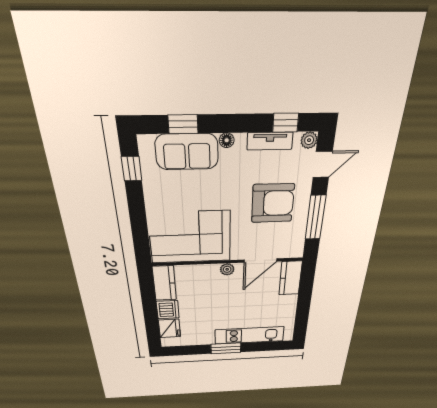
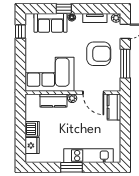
window: (286, 123) -> (102, 9), removed
window: (183, 124) -> (64, 9), moved
door: (260, 261) -> (93, 93), hinge flipped
kitchen counter: (164, 283) -> (53, 100), moved, turned 90

